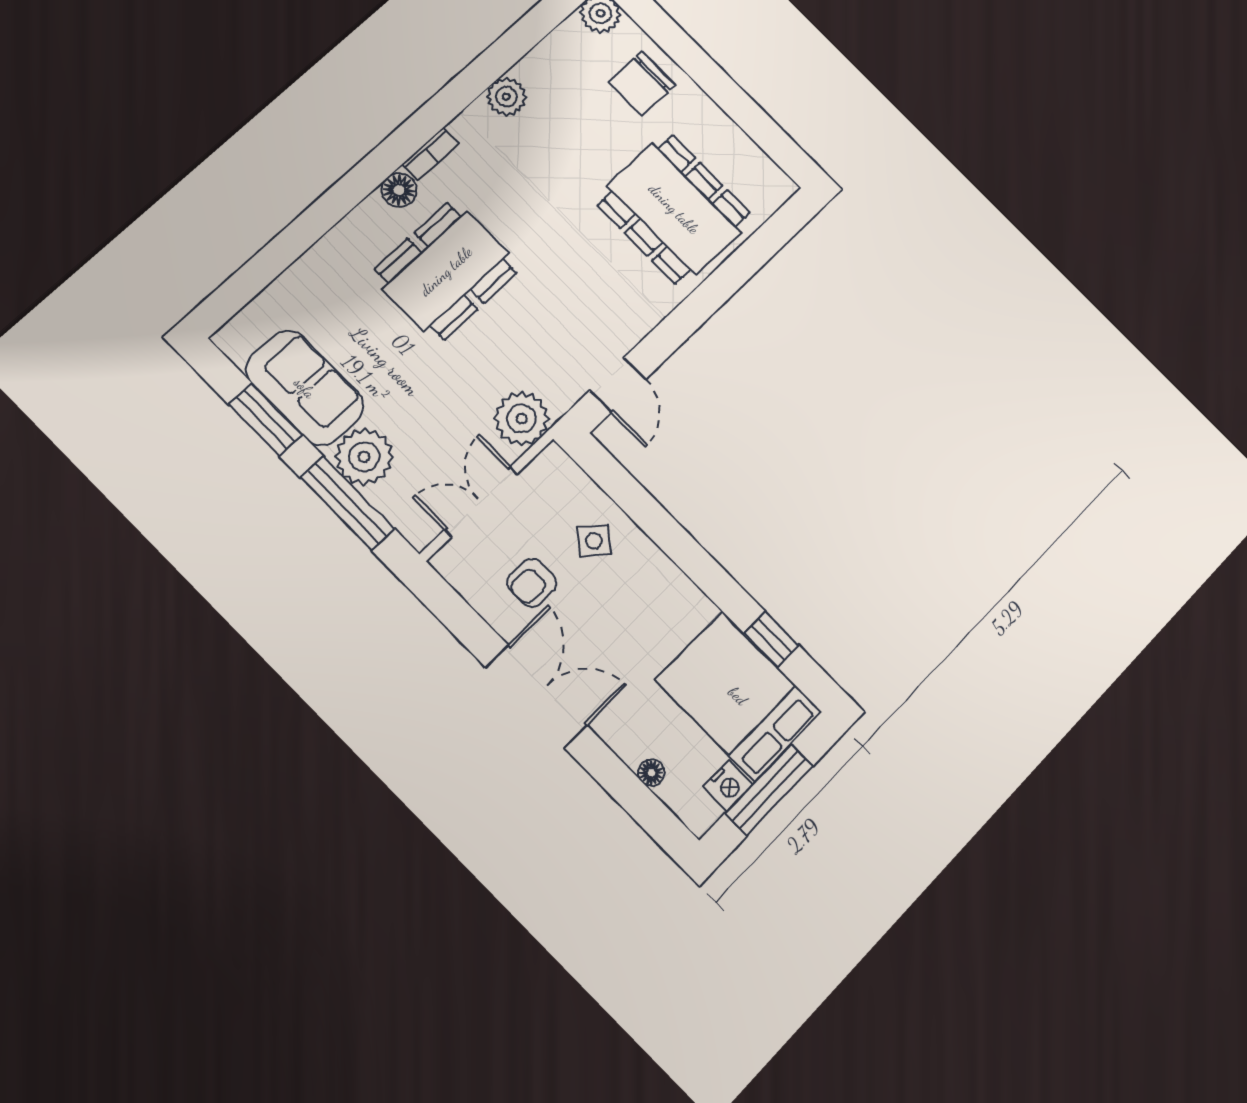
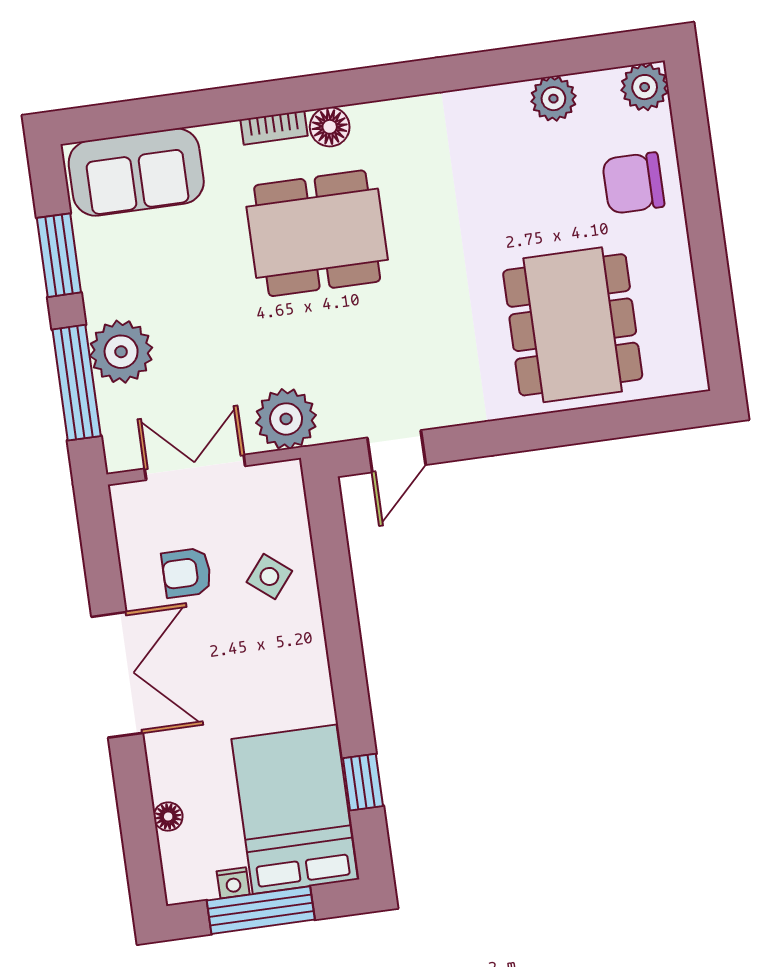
plant: (506, 97) -> (553, 99), moved
bookcase: (430, 154) -> (274, 128), moved
sofa: (305, 388) -> (136, 172), moved, turned 90
nightstand: (728, 786) -> (233, 883), width x0.72, depth x0.74

